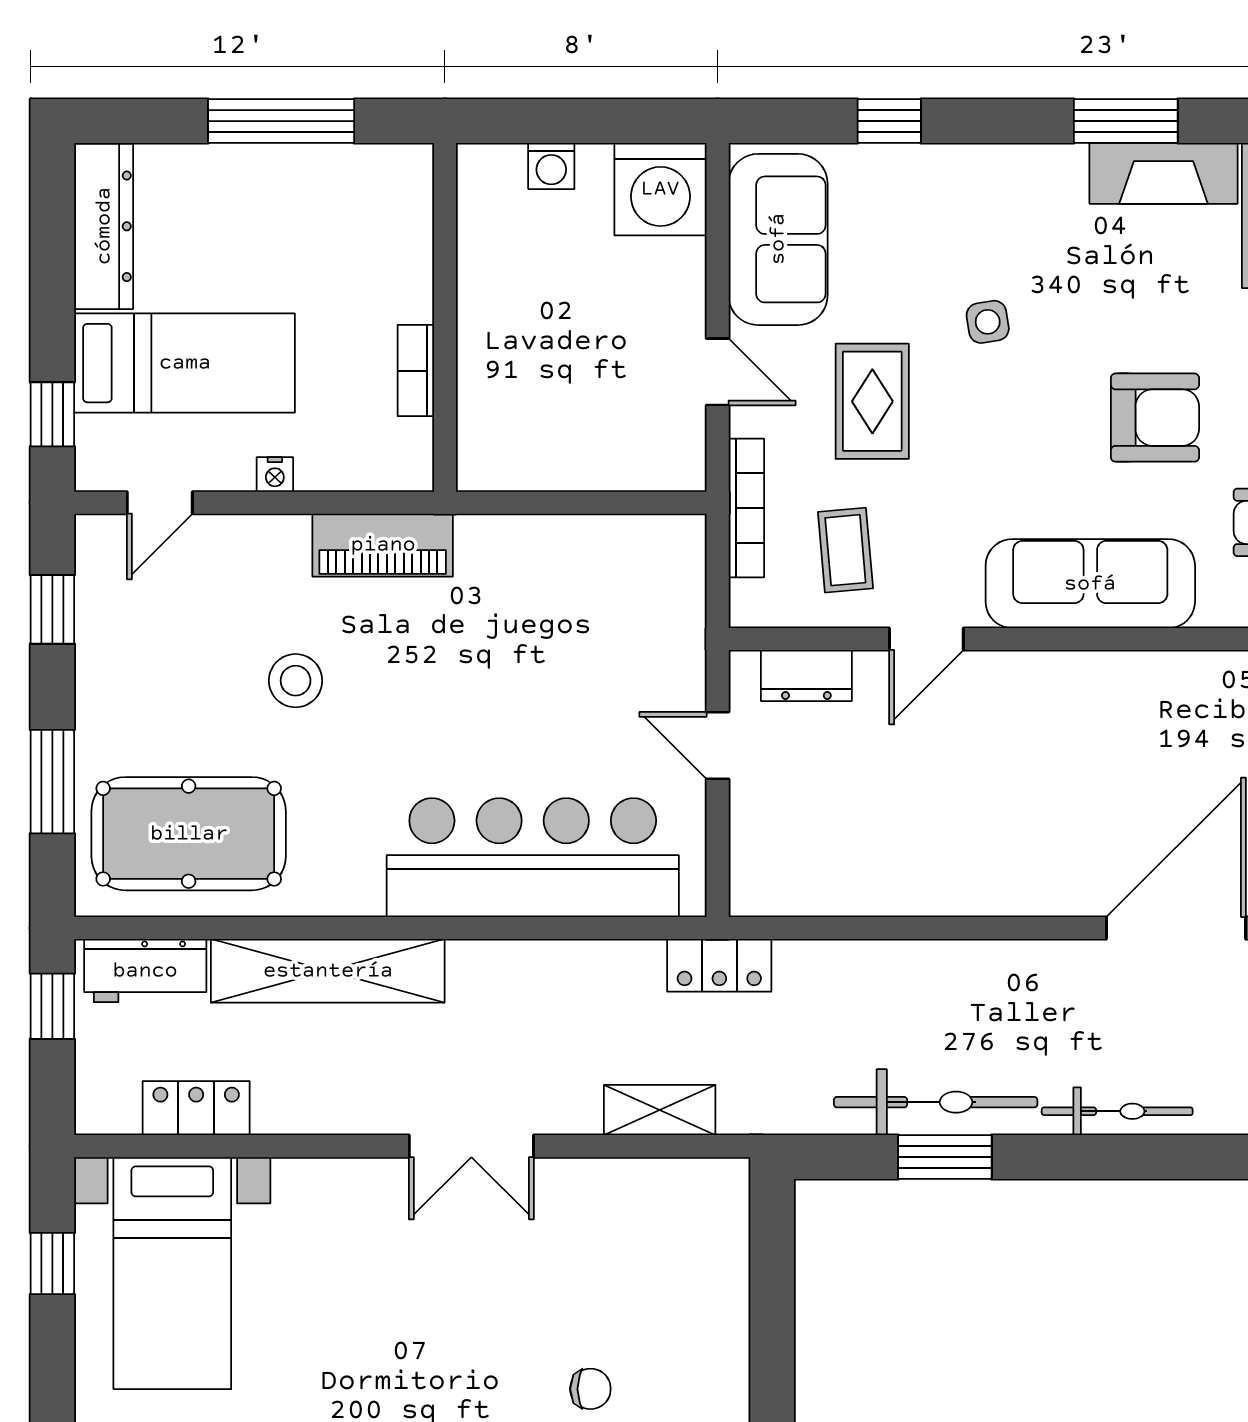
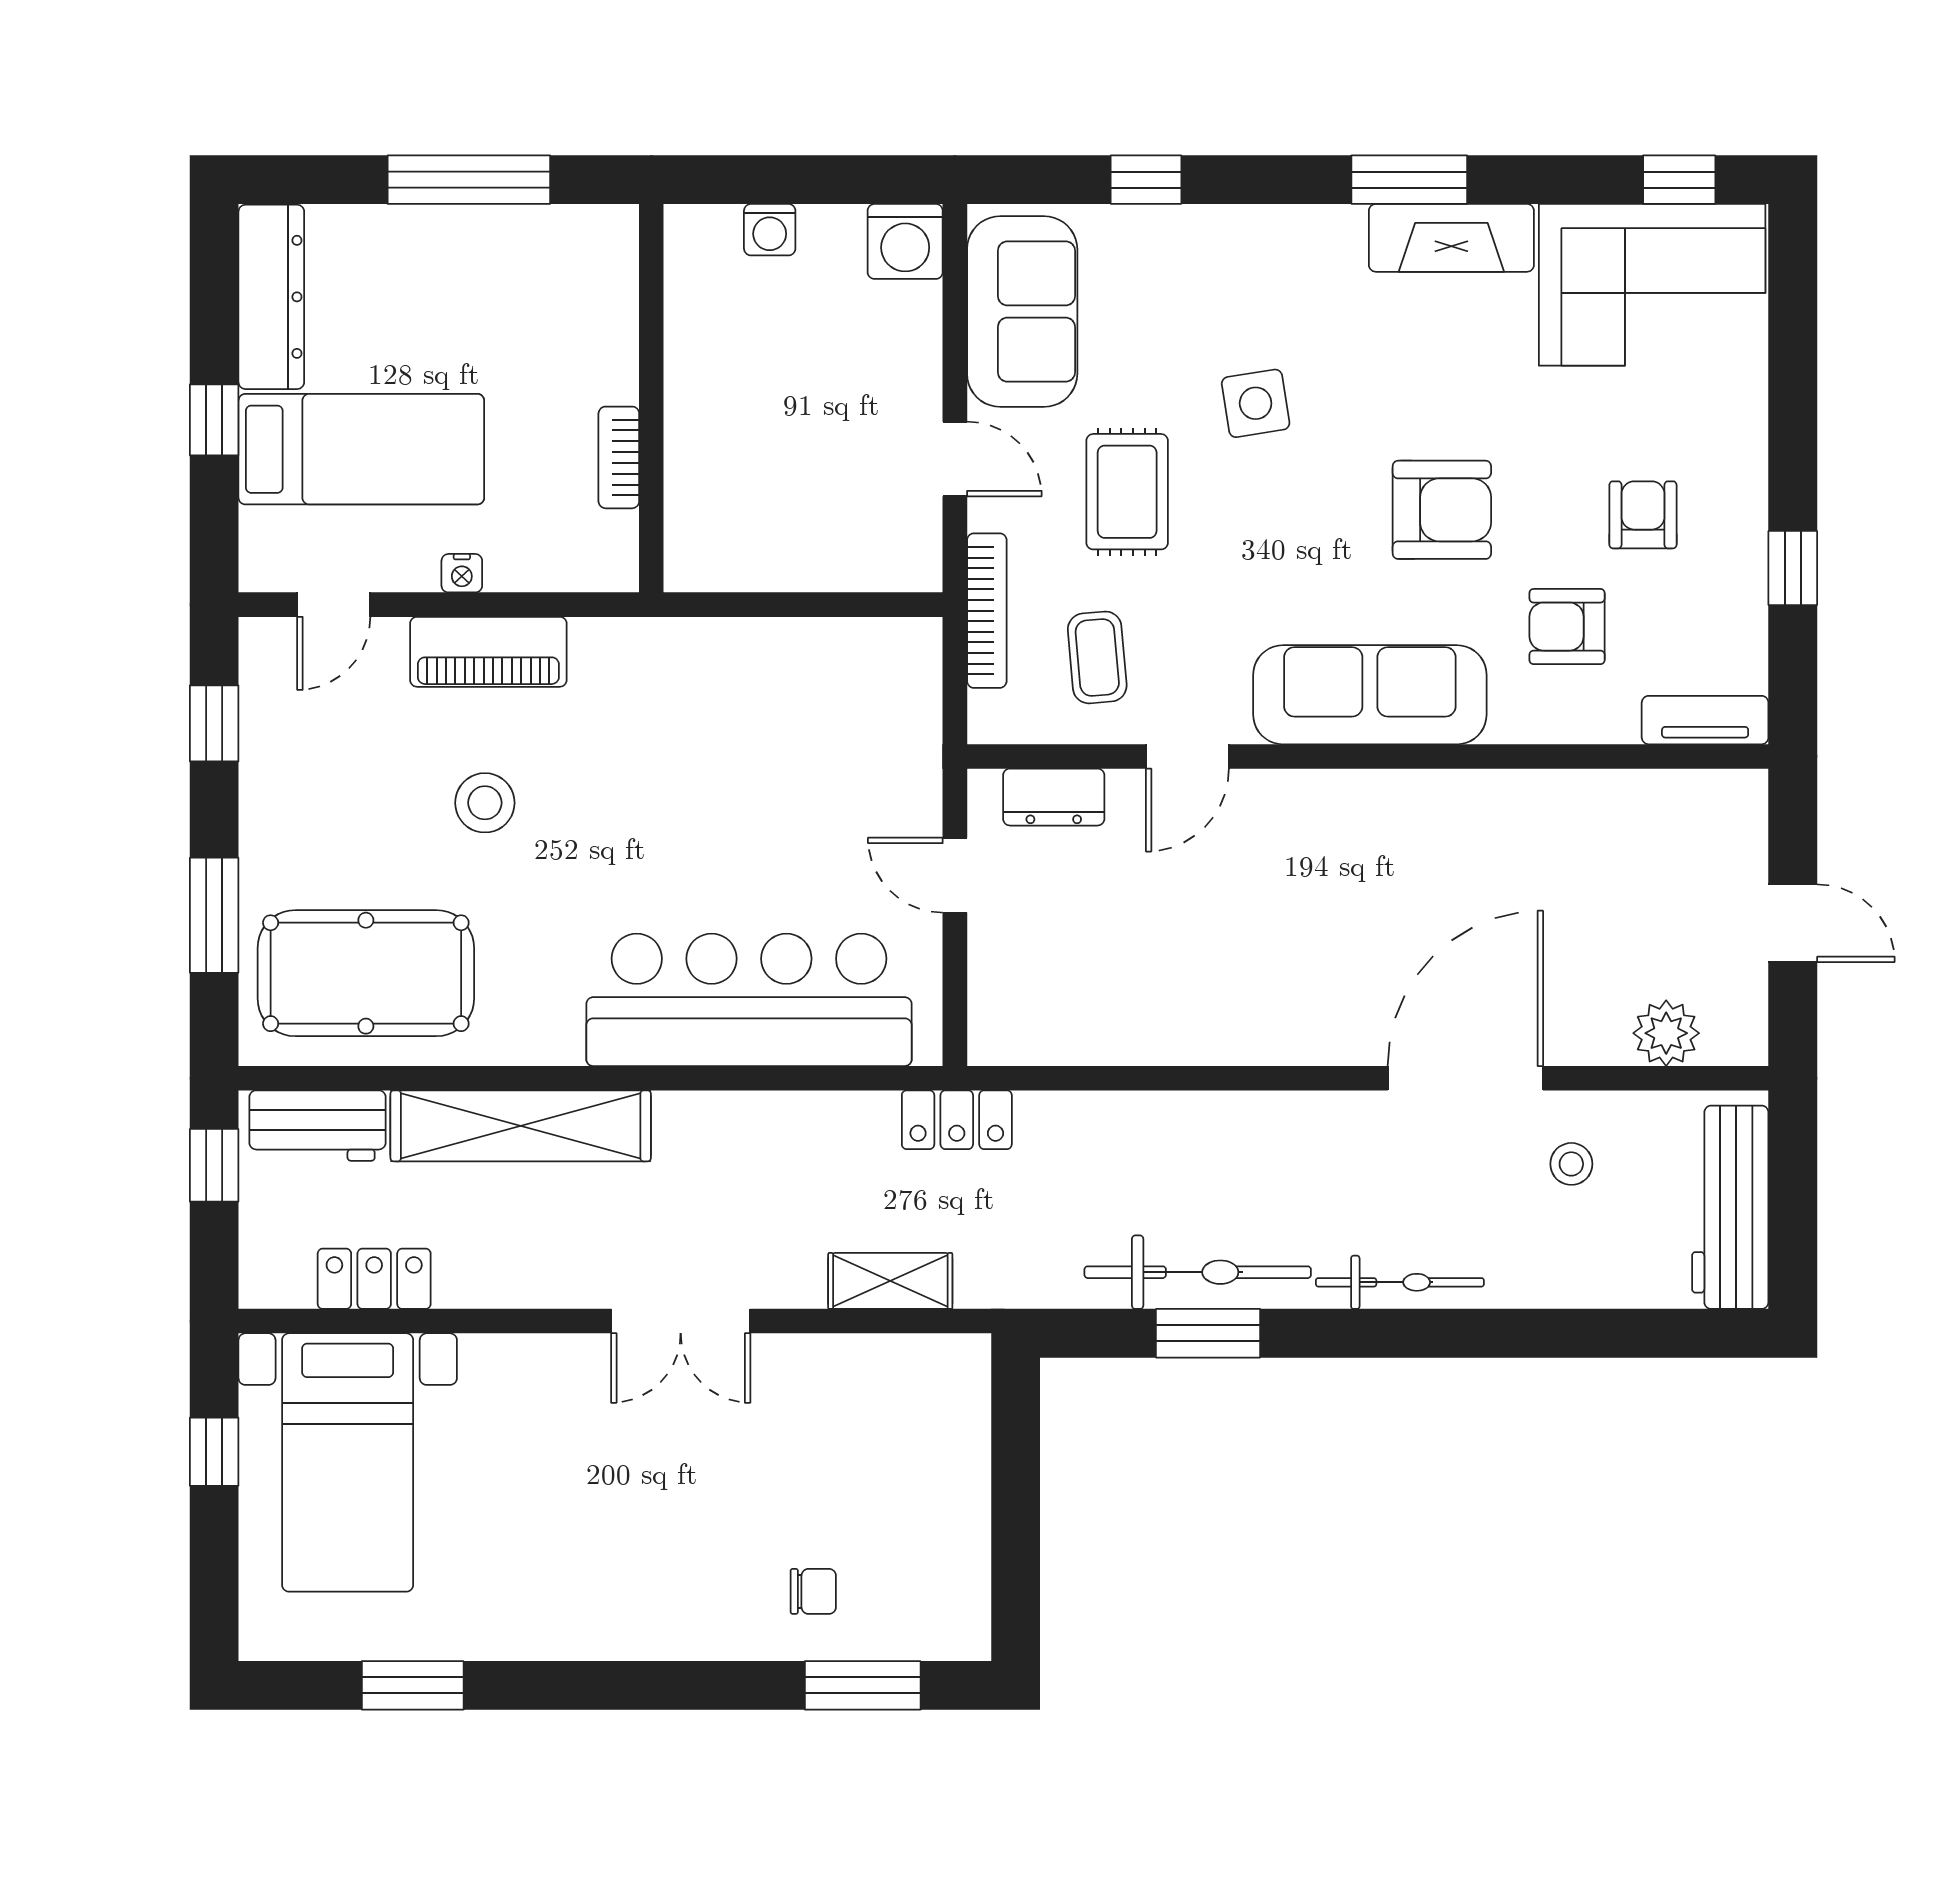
washing machine: (660, 189) -> (905, 241), width x0.73, depth x0.73
side table: (988, 322) -> (1256, 403), width x1.37, depth x1.37
window: (52, 414) -> (214, 420), moved
piano: (383, 545) -> (488, 652), moved

